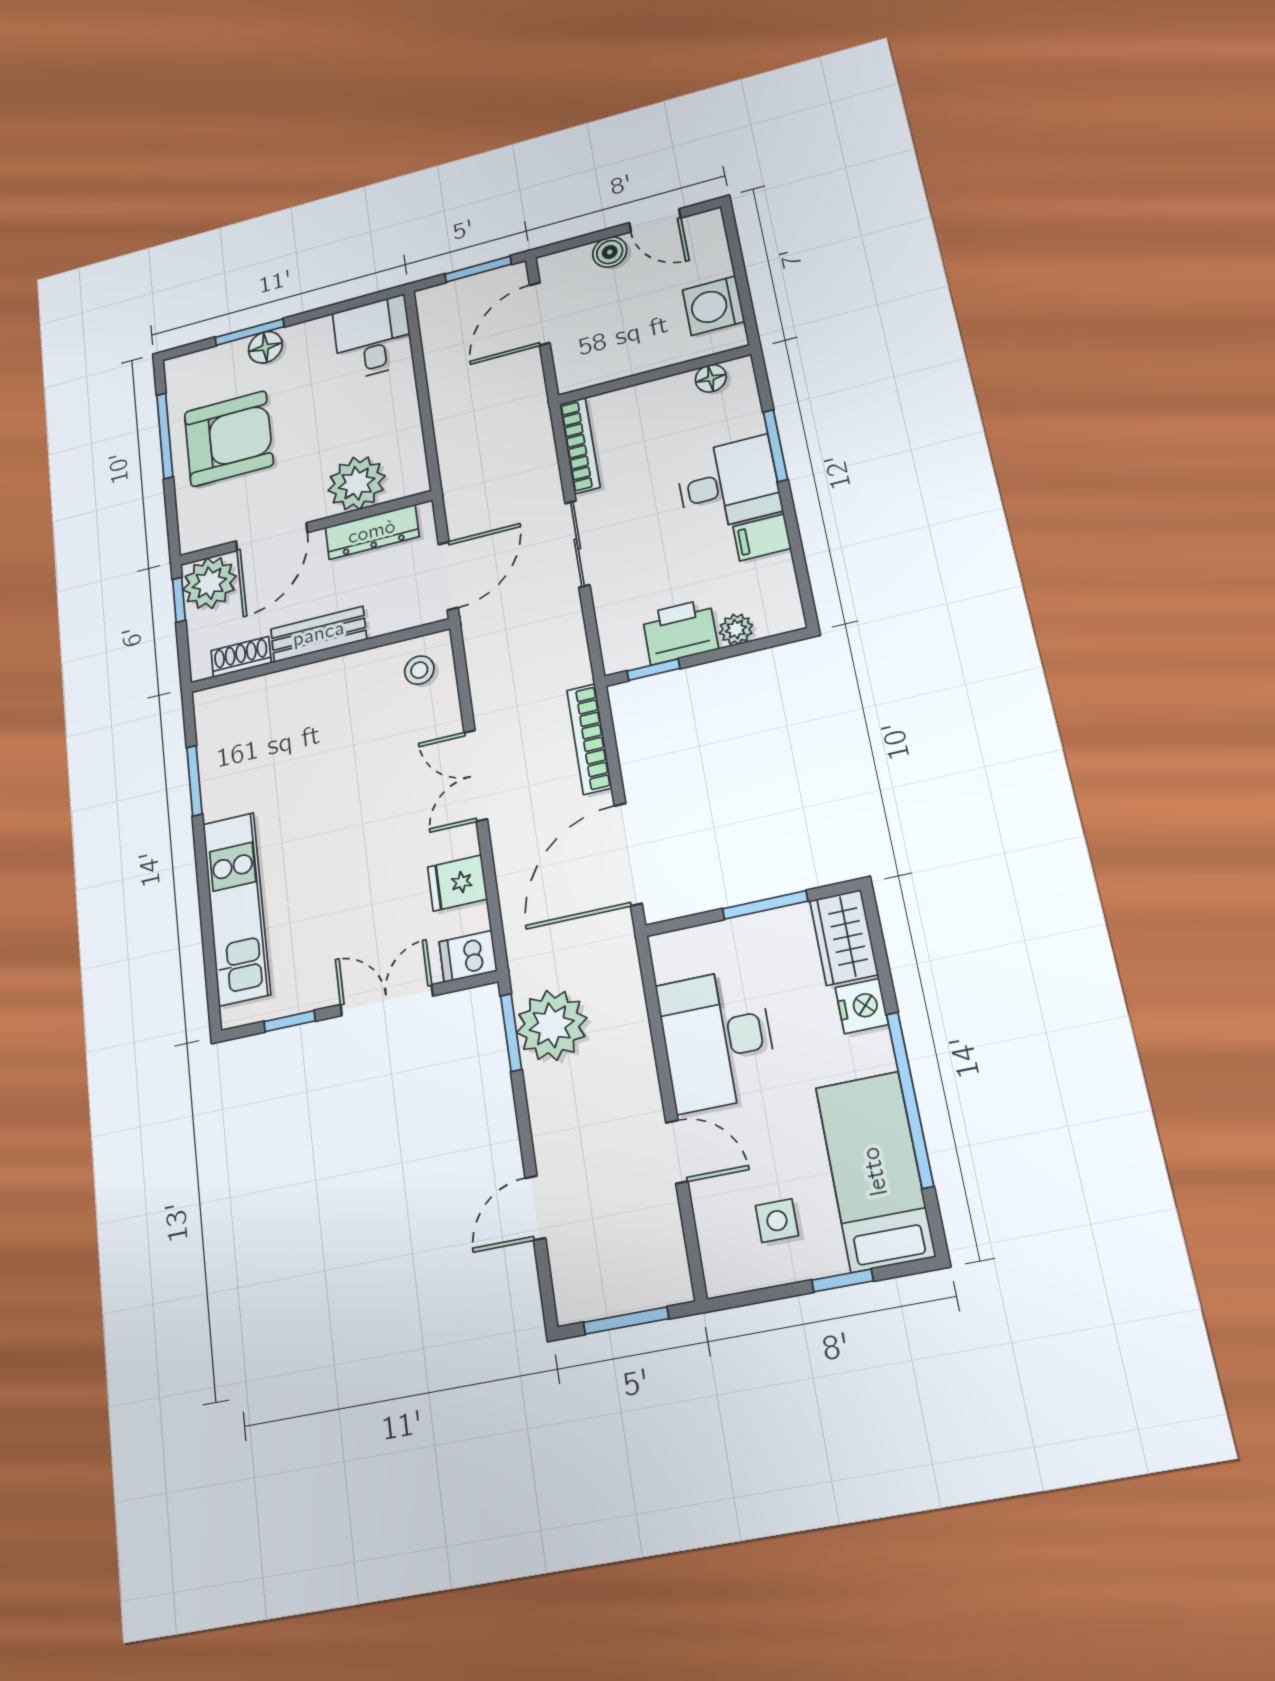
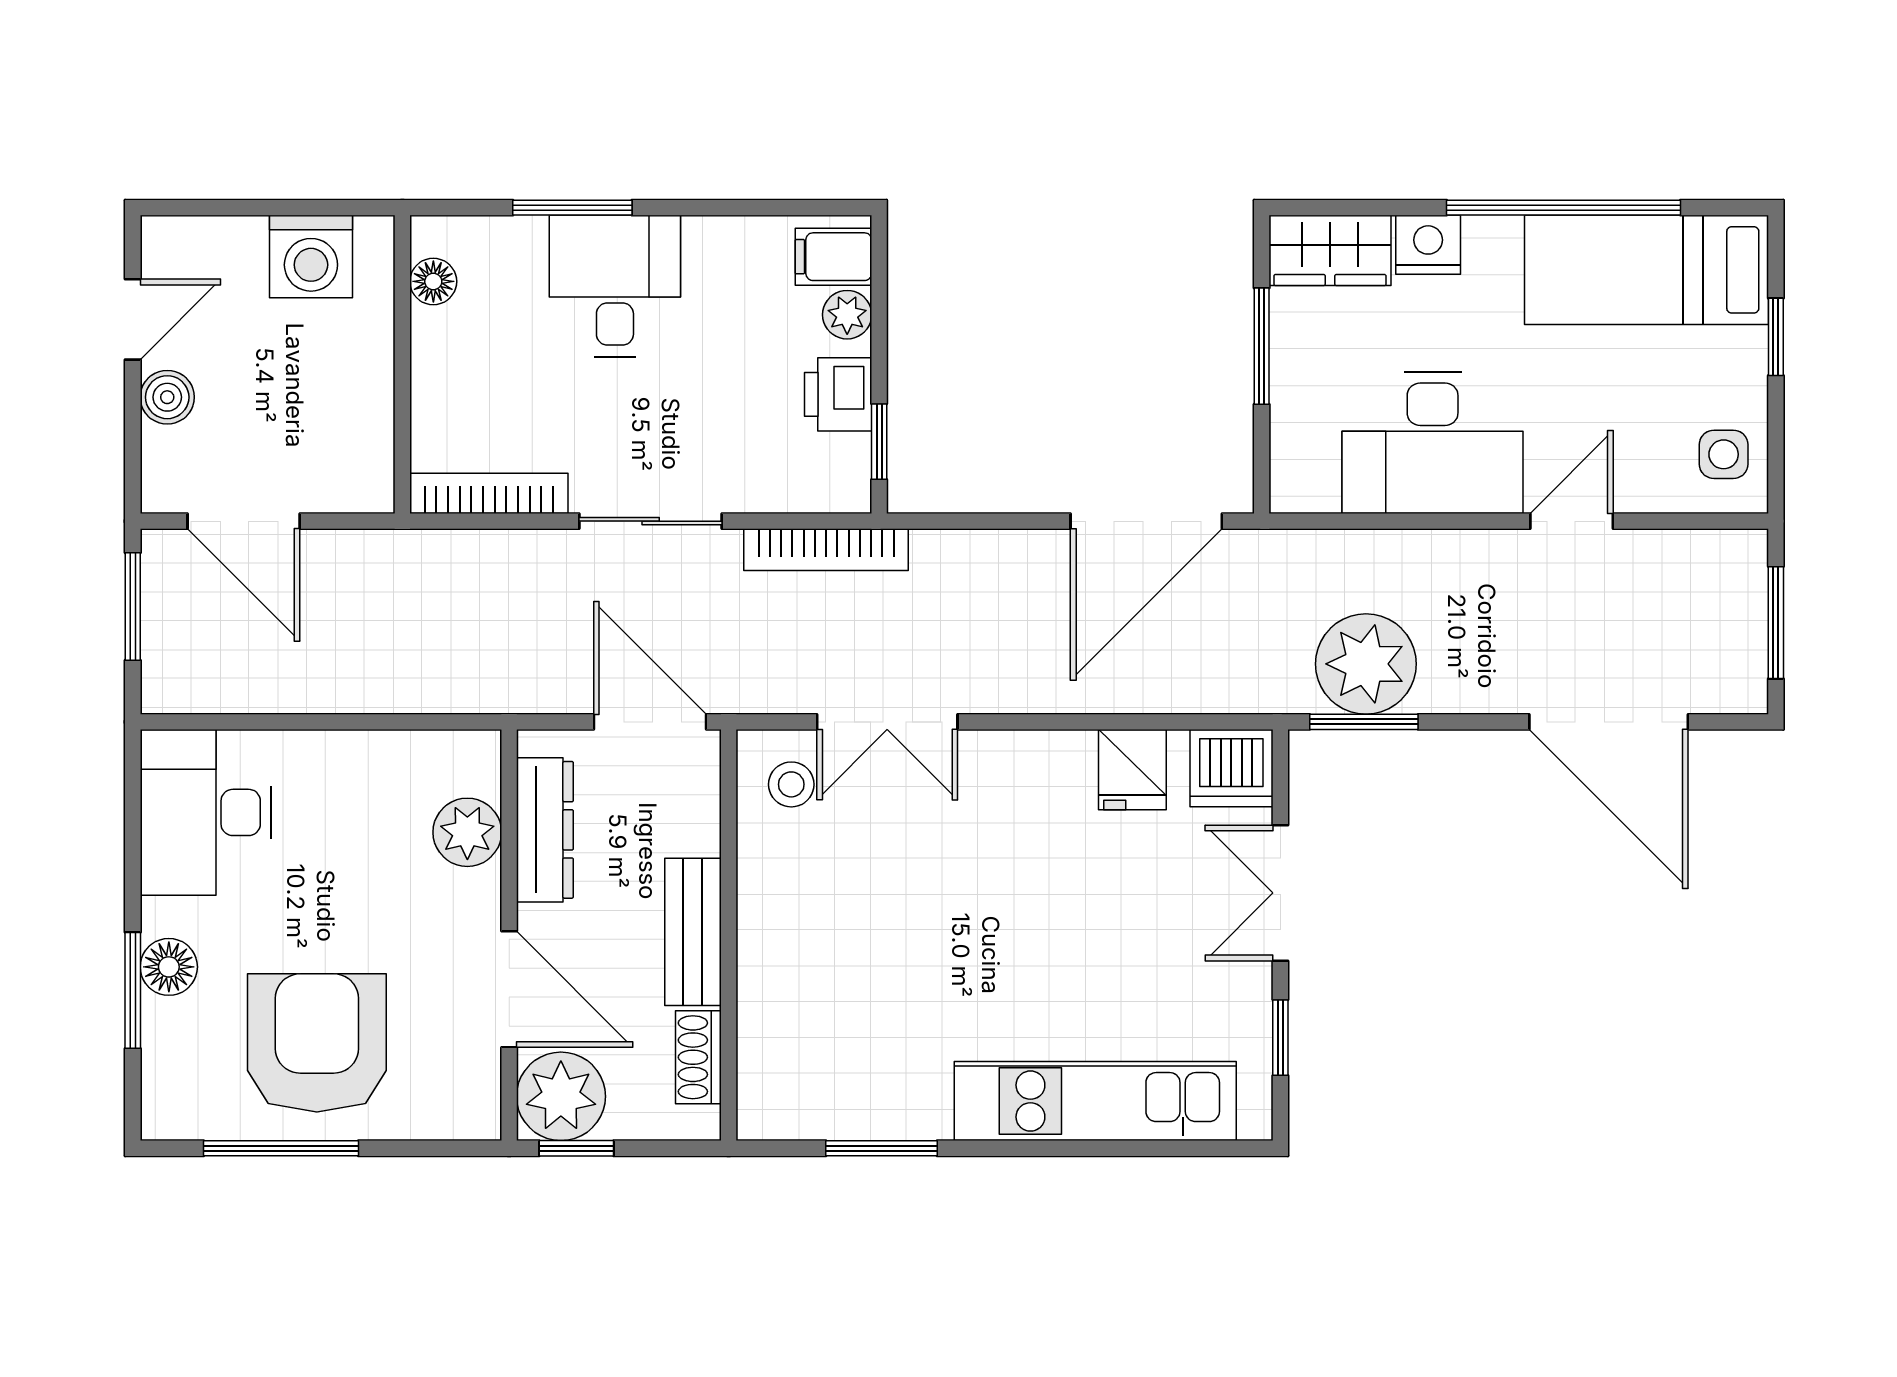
desk: (373, 338) -> (205, 812), width x1.37
plant: (357, 483) -> (467, 832), width x0.73, depth x0.73
filing cabinet: (762, 538) -> (833, 257), moved, turned 90
printer: (680, 632) -> (838, 394), width x0.73, depth x0.81
bookcase: (589, 739) -> (826, 550), moved
double door: (476, 775) -> (887, 722), moved
door: (628, 854) -> (1146, 521), hinge flipped
dishwasher: (468, 956) -> (1231, 768), width x1.38
door: (535, 1208) -> (1609, 722), width x1.87
side table: (777, 1221) -> (1724, 454), moved

